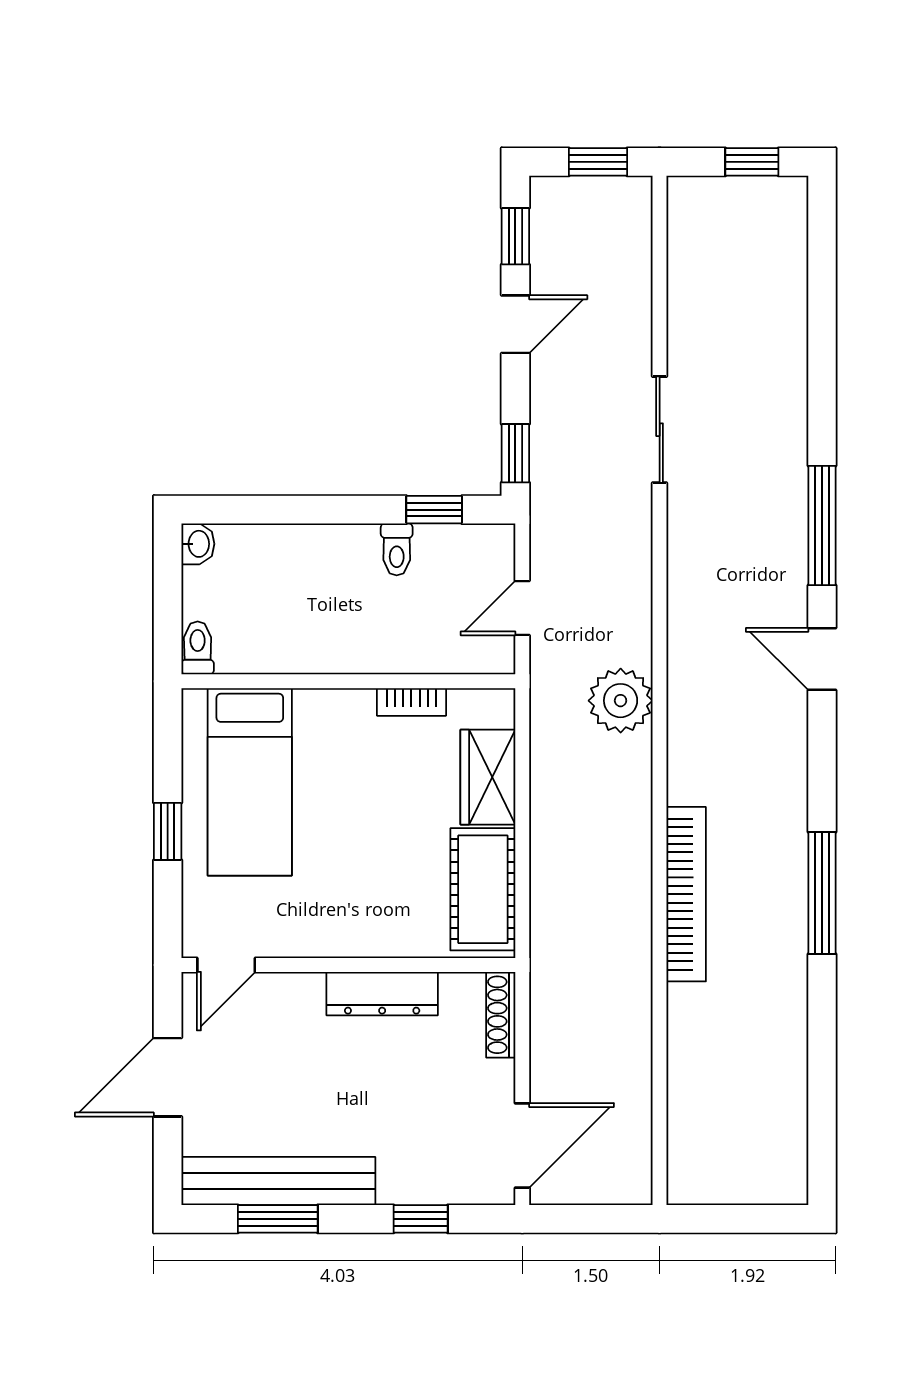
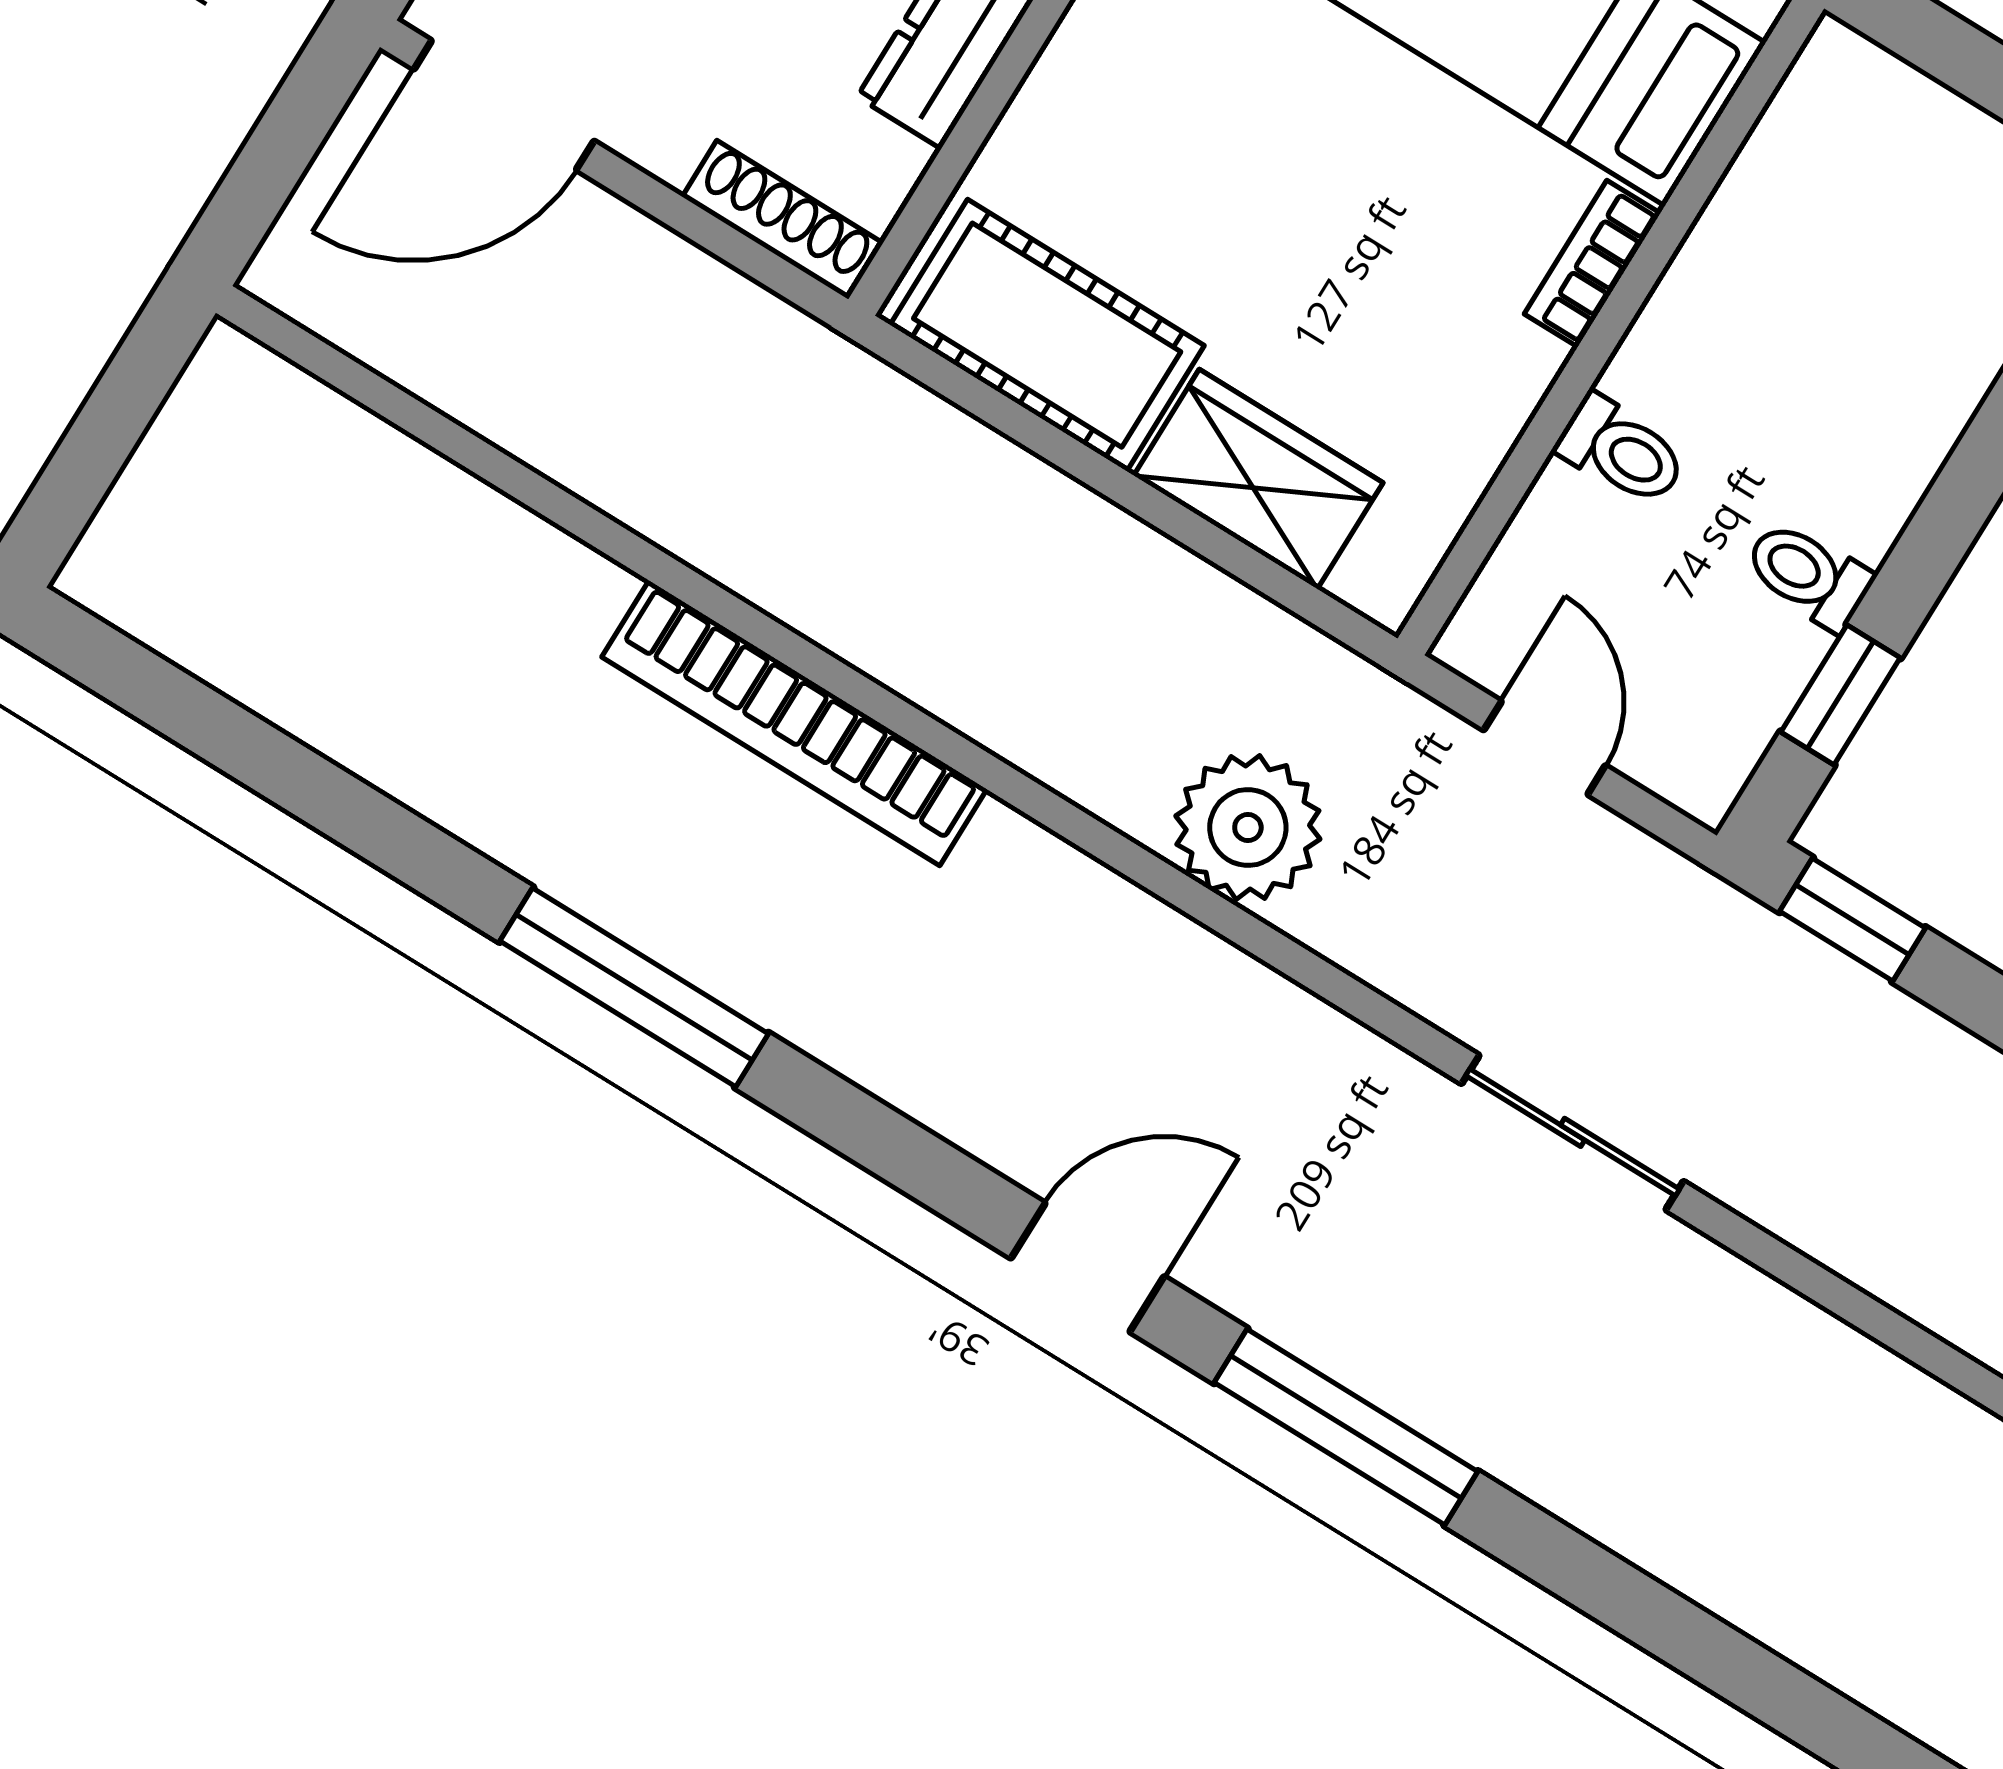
sliding door: (660, 430) -> (1573, 1132), moved
toilet: (198, 648) -> (1621, 451), moved
bookcase: (411, 702) -> (1592, 264), moved
door: (522, 1145) -> (504, 105), hinge flipped

